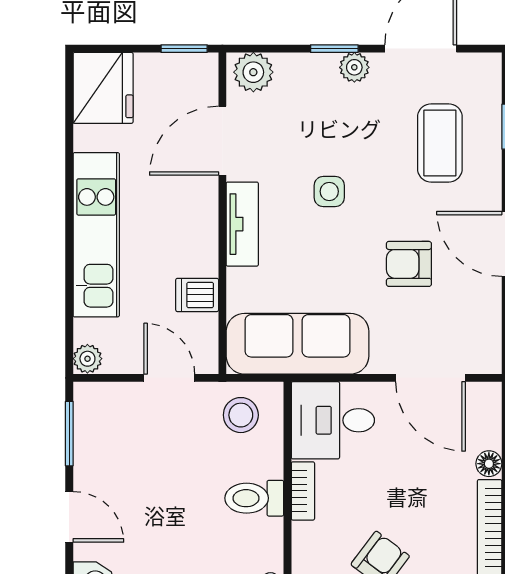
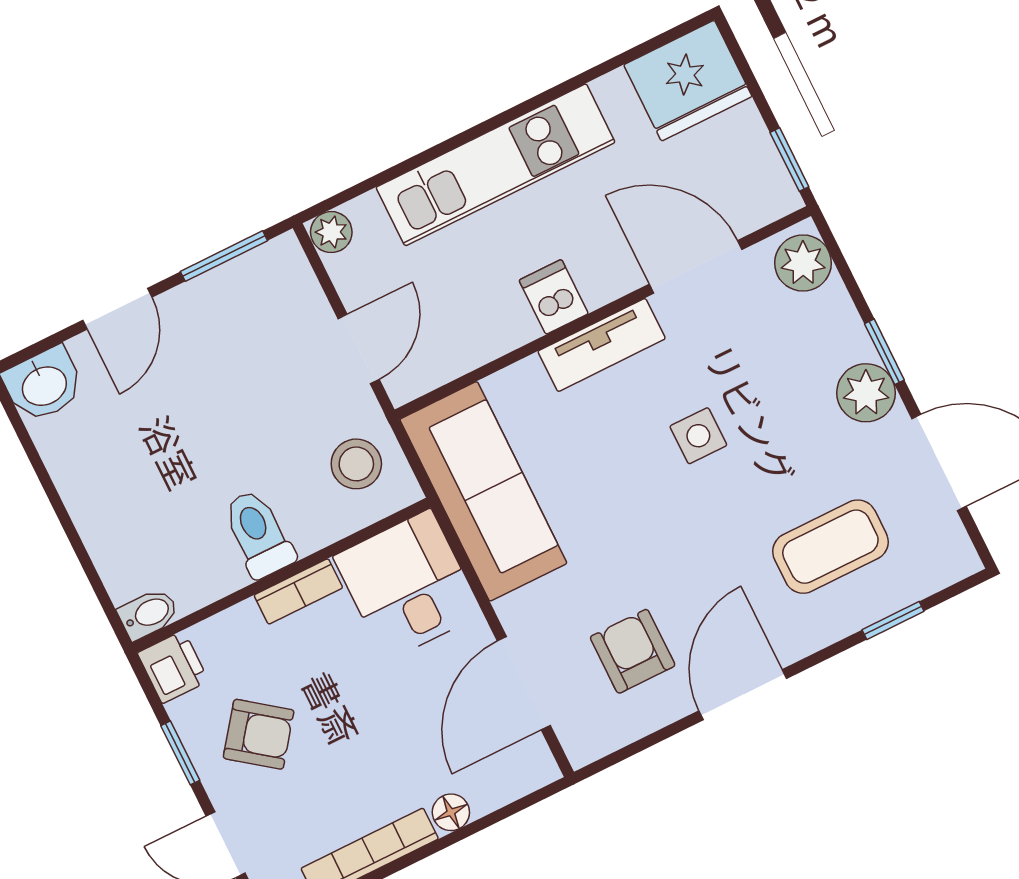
plant: (354, 67) -> (866, 393), width x1.38, depth x1.38
armchair: (409, 264) -> (633, 651), moved
dishwasher: (197, 295) -> (554, 297), moved

